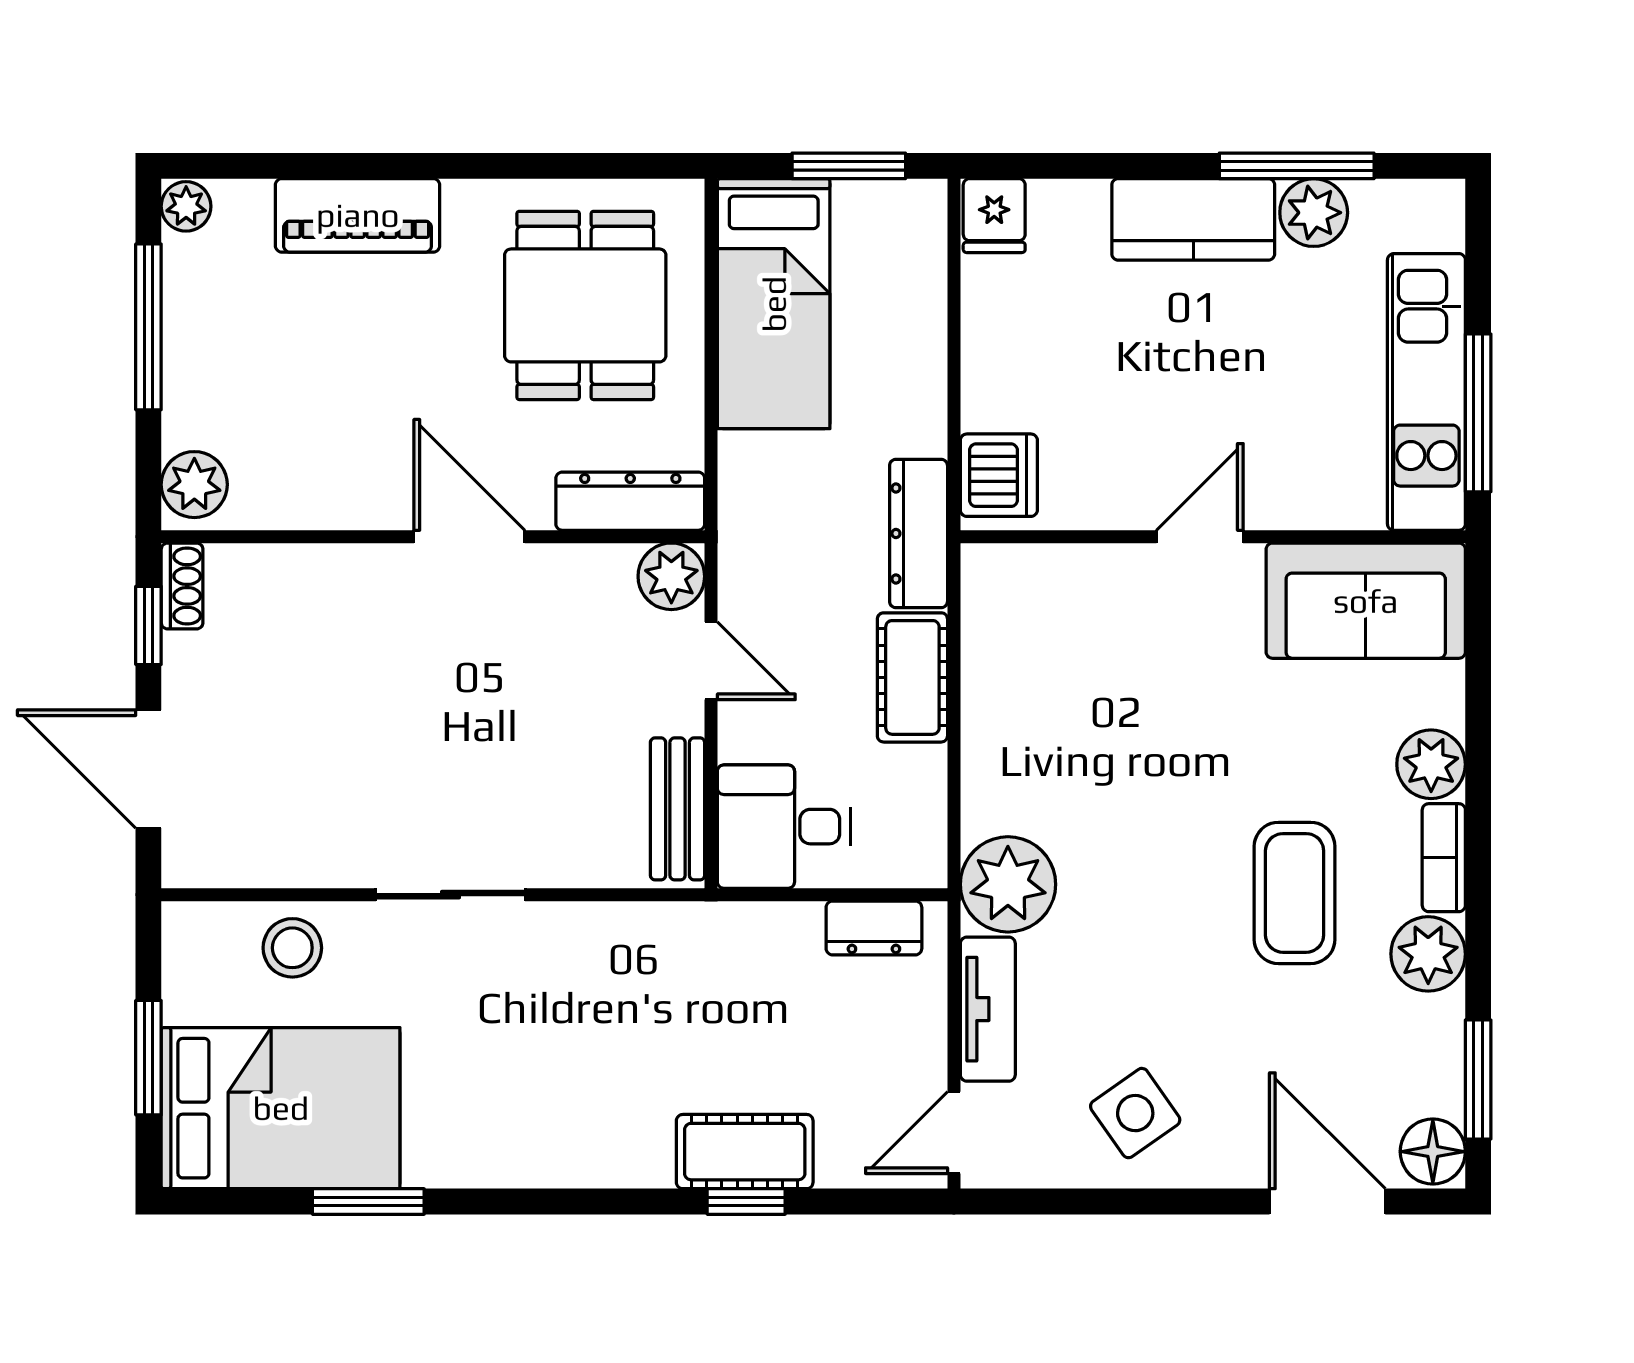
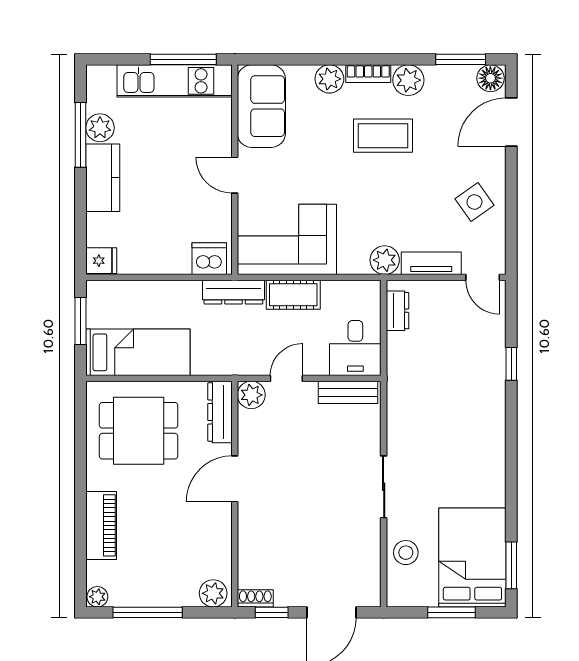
corner sofa: (1045, 662) -> (287, 239), added
plant: (1008, 884) -> (385, 260), width x0.73, depth x0.73
cot: (745, 1152) -> (491, 364), removed
window: (368, 1202) -> (511, 565), moved

